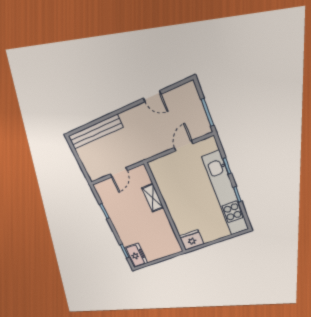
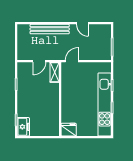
bench: (95, 132) -> (50, 29), moved
door: (184, 146) -> (72, 61), moved
shelving: (153, 198) -> (55, 72), moved

